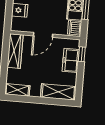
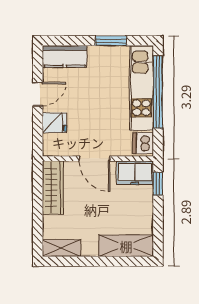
door: (43, 35) -> (94, 159), hinge flipped
freezer: (71, 60) -> (135, 173), moved, turned -90

